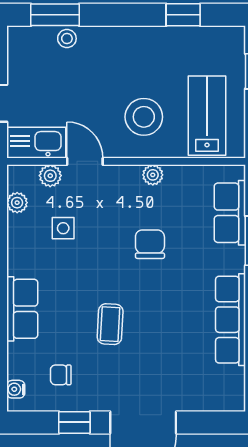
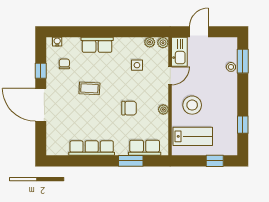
plant: (50, 176) -> (163, 43), moved

